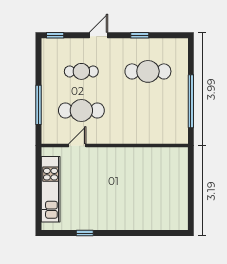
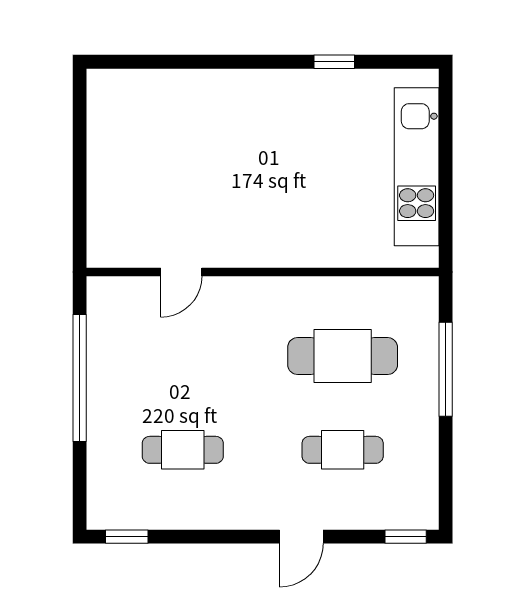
window: (140, 35) -> (127, 537), moved
cafe table: (148, 71) -> (183, 450), width x0.73, depth x0.74
door: (77, 146) -> (181, 272), moved

